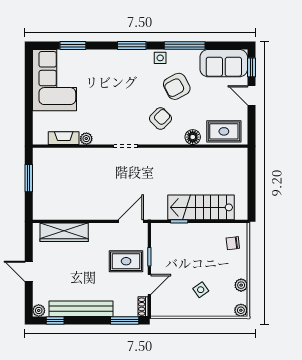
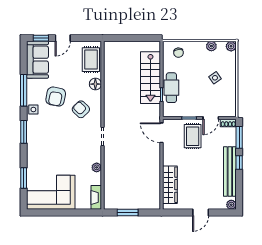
armchair: (177, 86) -> (56, 97), turned 39
fireplace: (64, 138) -> (96, 197), moved
cafe table: (188, 234) -> (171, 88), added
door: (149, 284) -> (211, 118), swing flipped
window: (55, 320) -> (239, 163), moved

